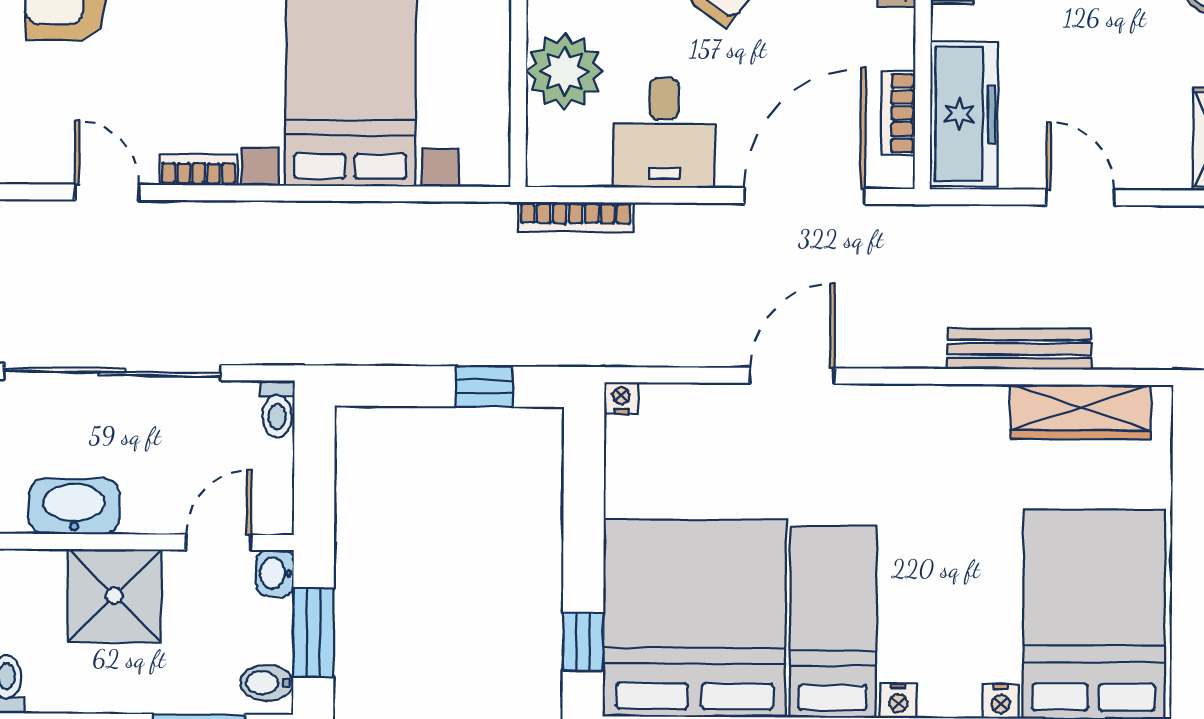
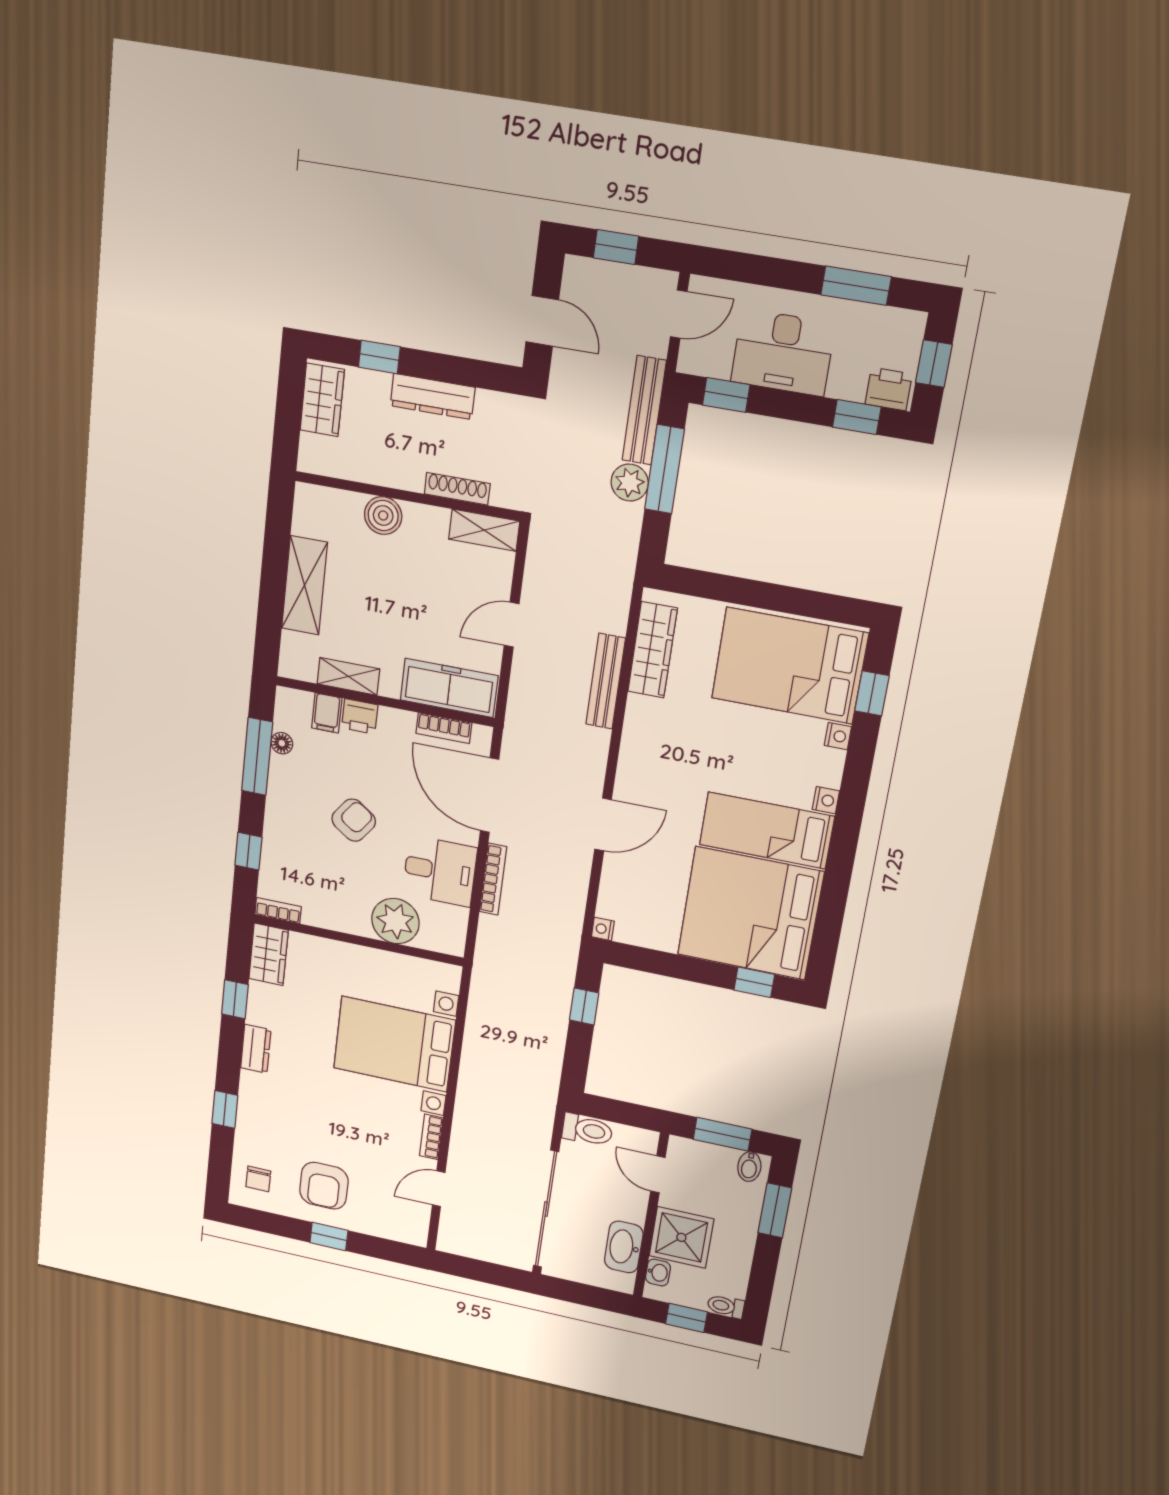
bookcase: (576, 217) -> (493, 879), moved
door: (792, 376) -> (603, 825), swing flipped
toilet: (277, 409) -> (587, 1130), width x1.37, depth x1.39
washbasin: (275, 573) -> (658, 1272), moved, turned -90

